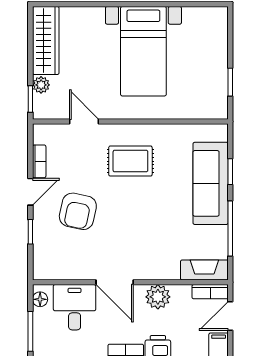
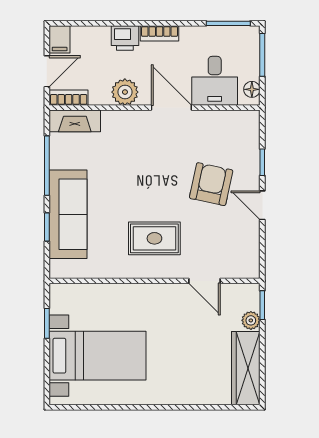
bed with nightstands: (143, 51) -> (98, 356), moved, turned 90
bookcase: (39, 161) -> (253, 238), removed
door: (30, 192) -> (262, 205), hinge flipped

